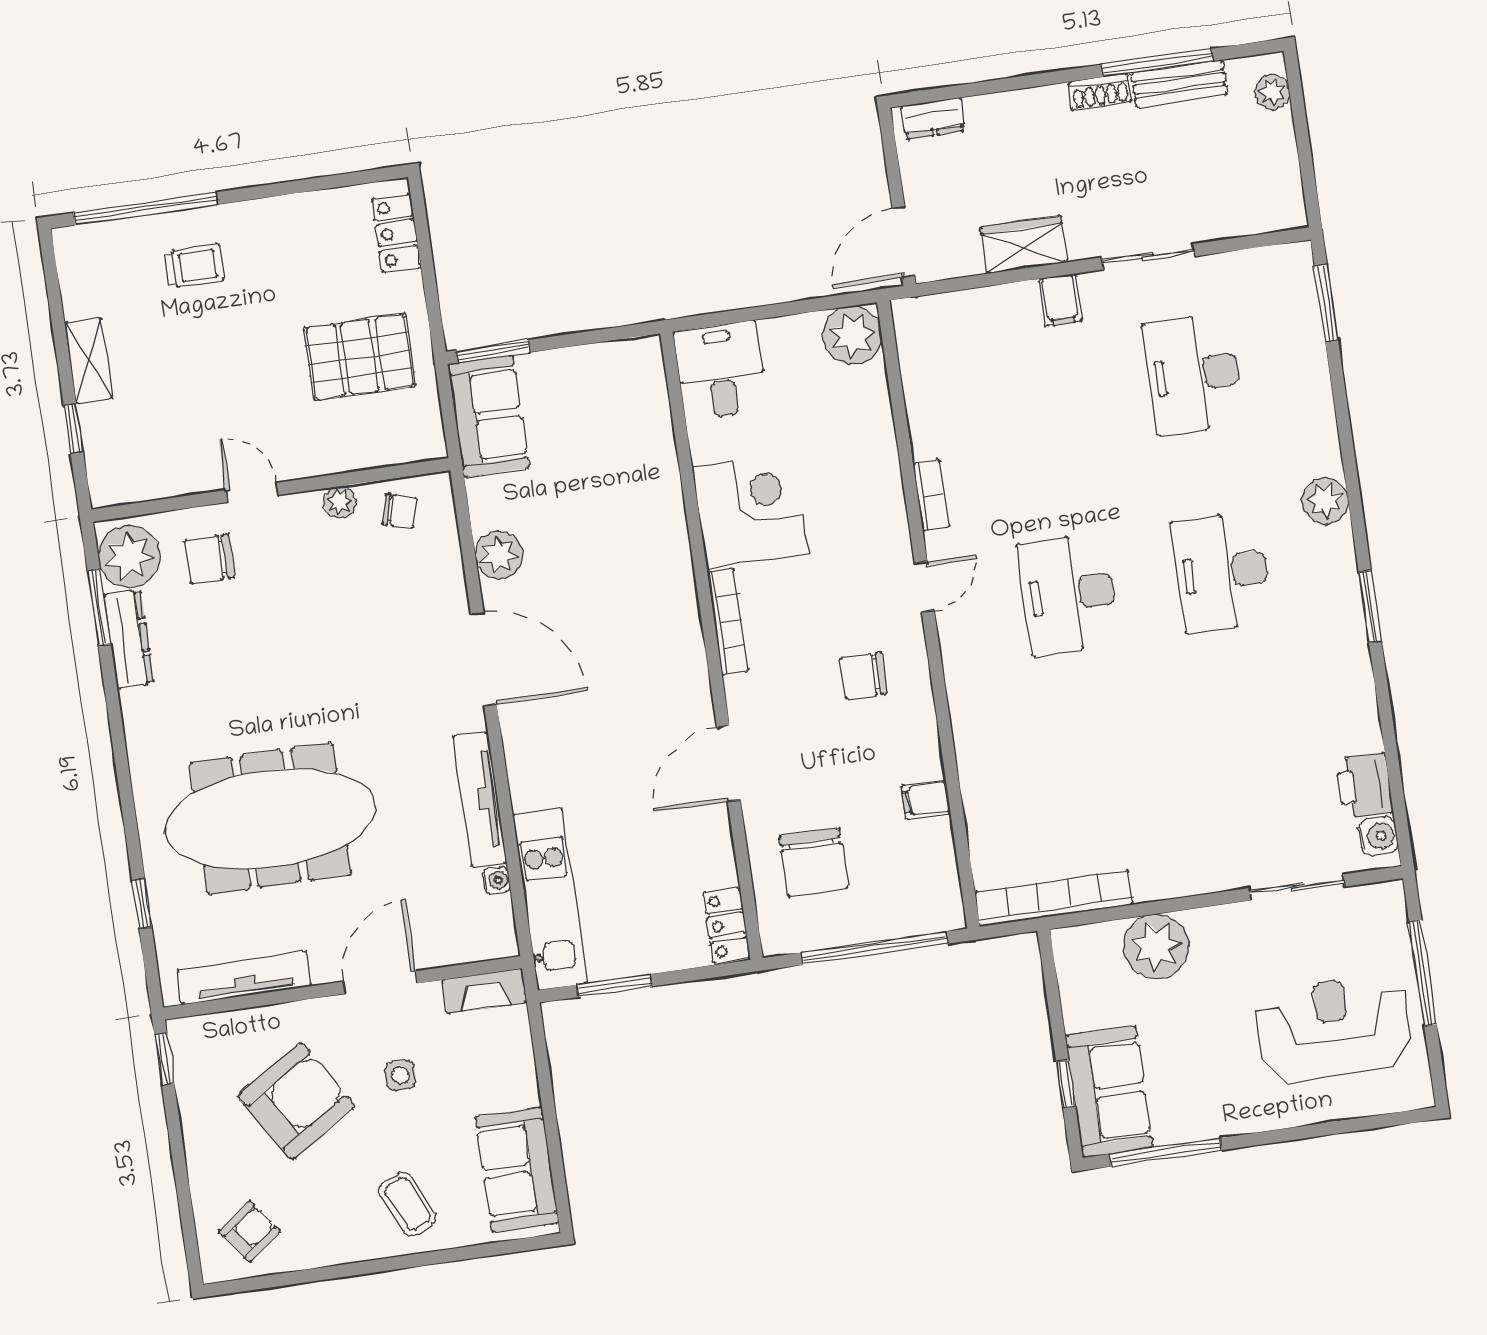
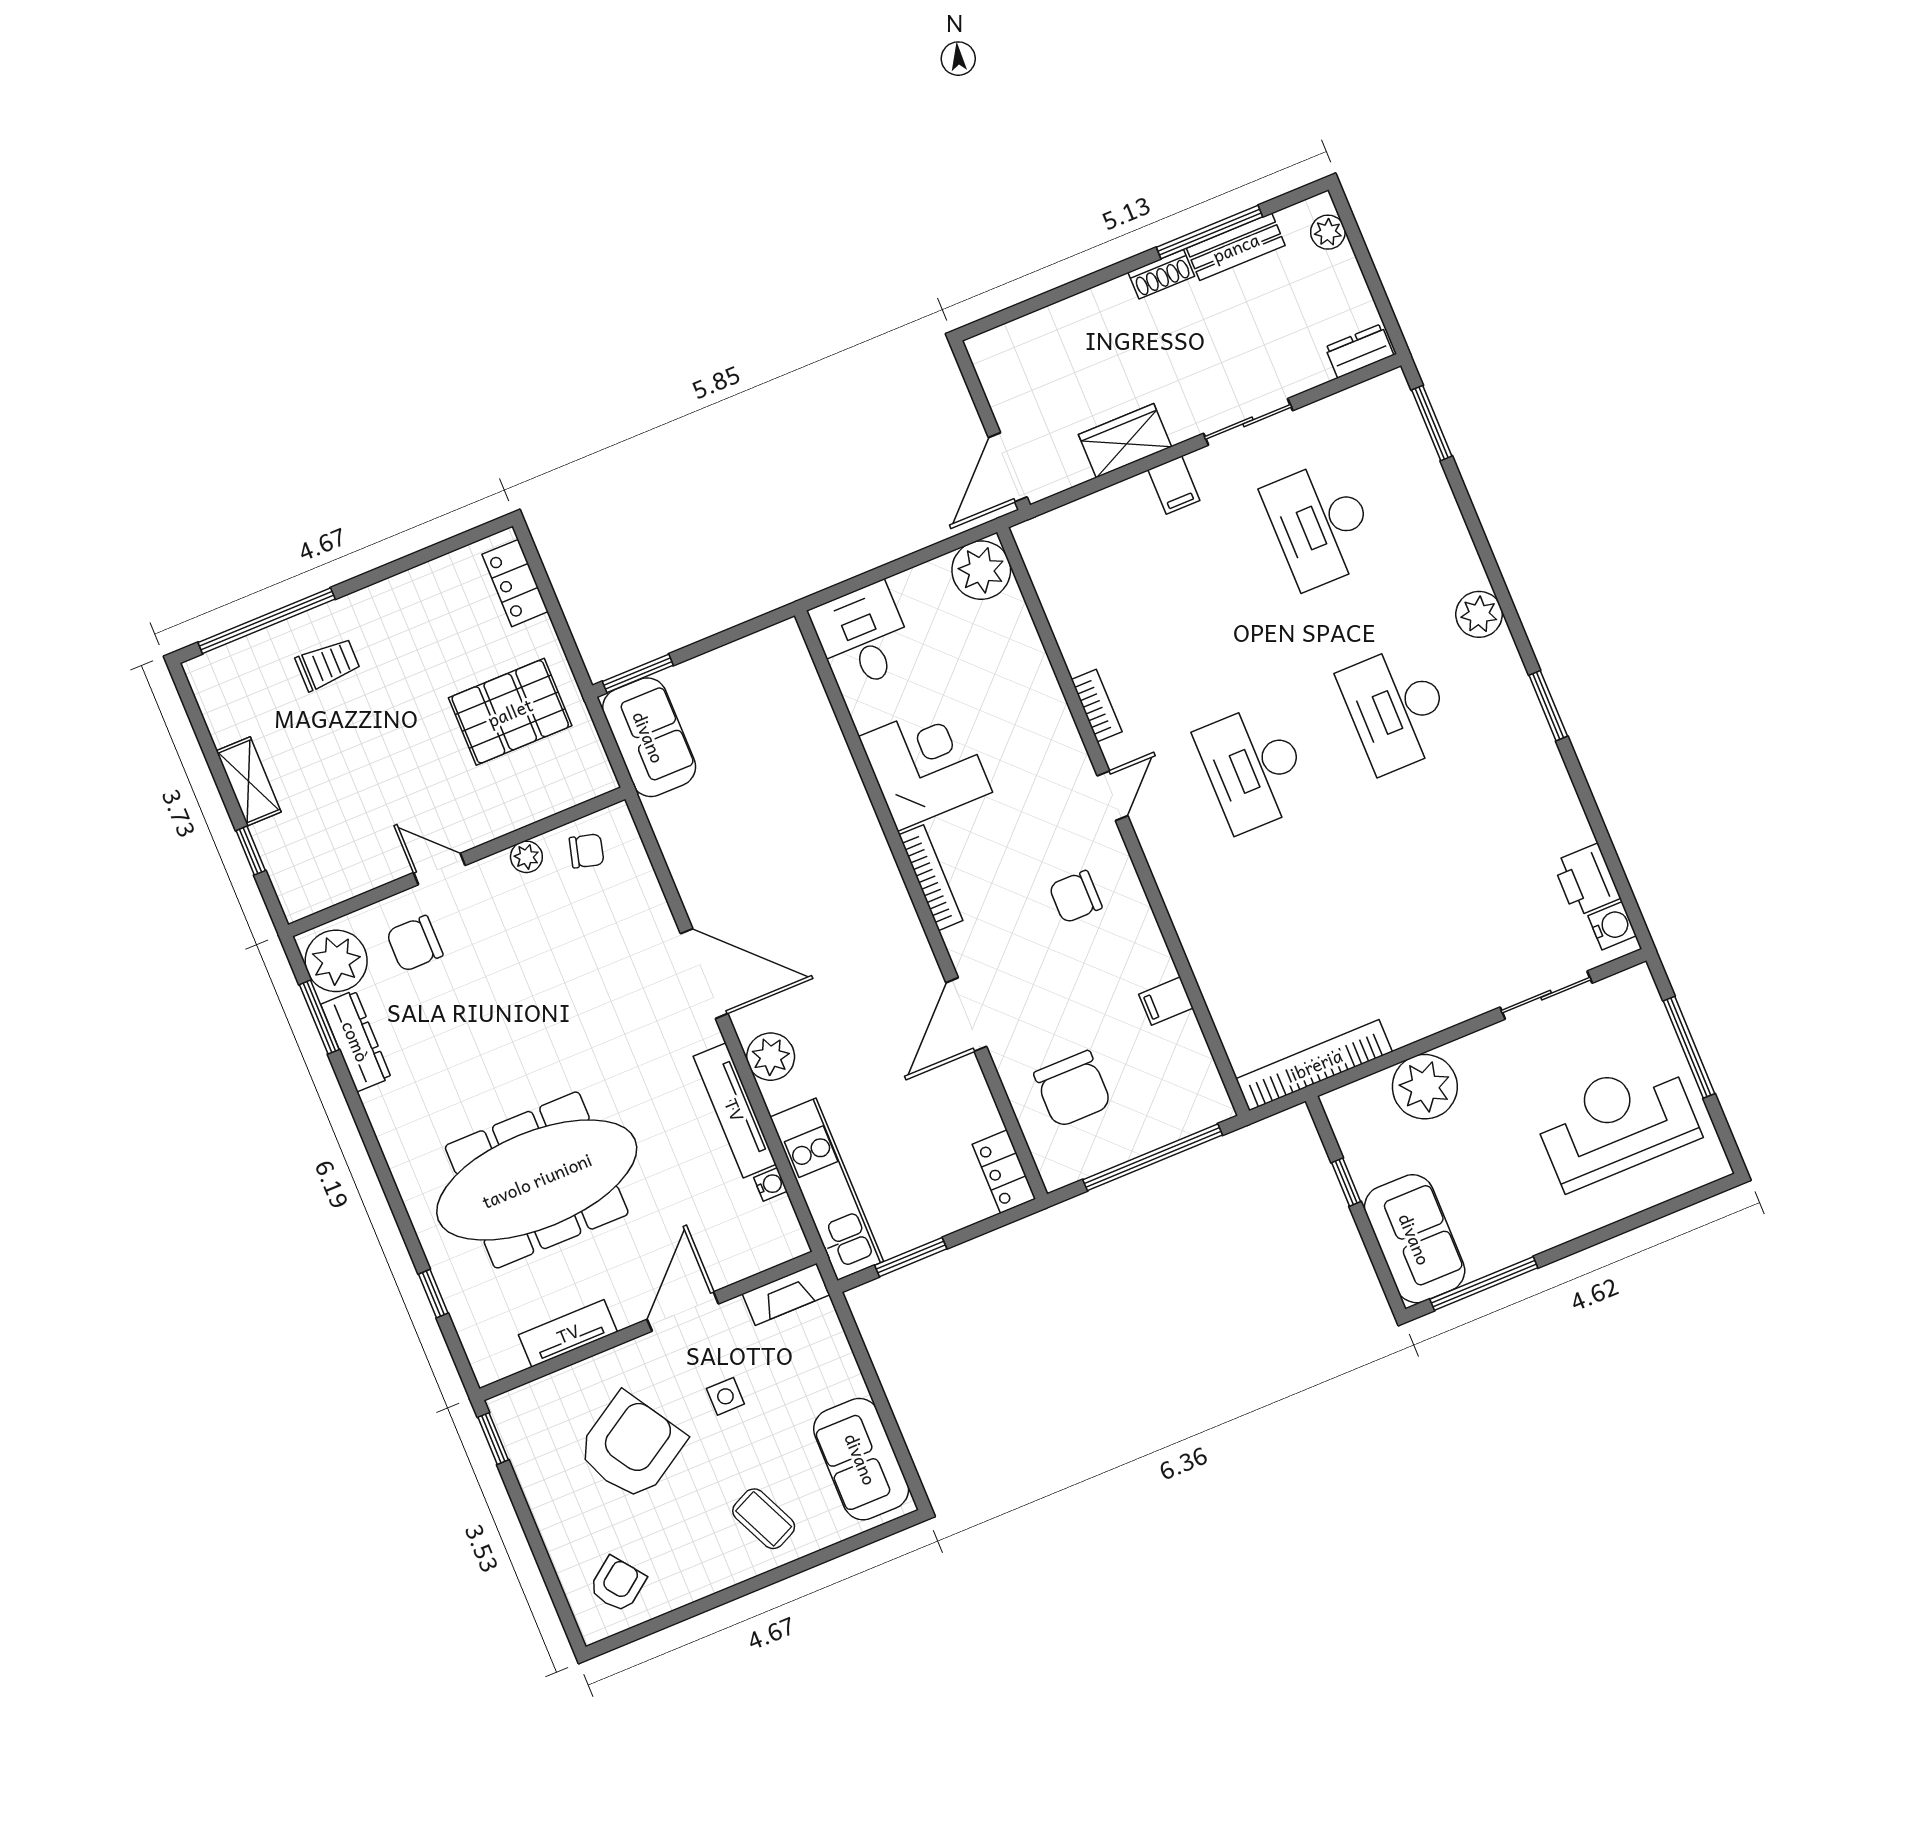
dresser: (933, 119) -> (1359, 351), moved, turned 180
plant: (499, 555) -> (771, 1057), moved
tv unit: (244, 978) -> (568, 1333), width x0.71
window: (1066, 1084) -> (1346, 1182), moved

